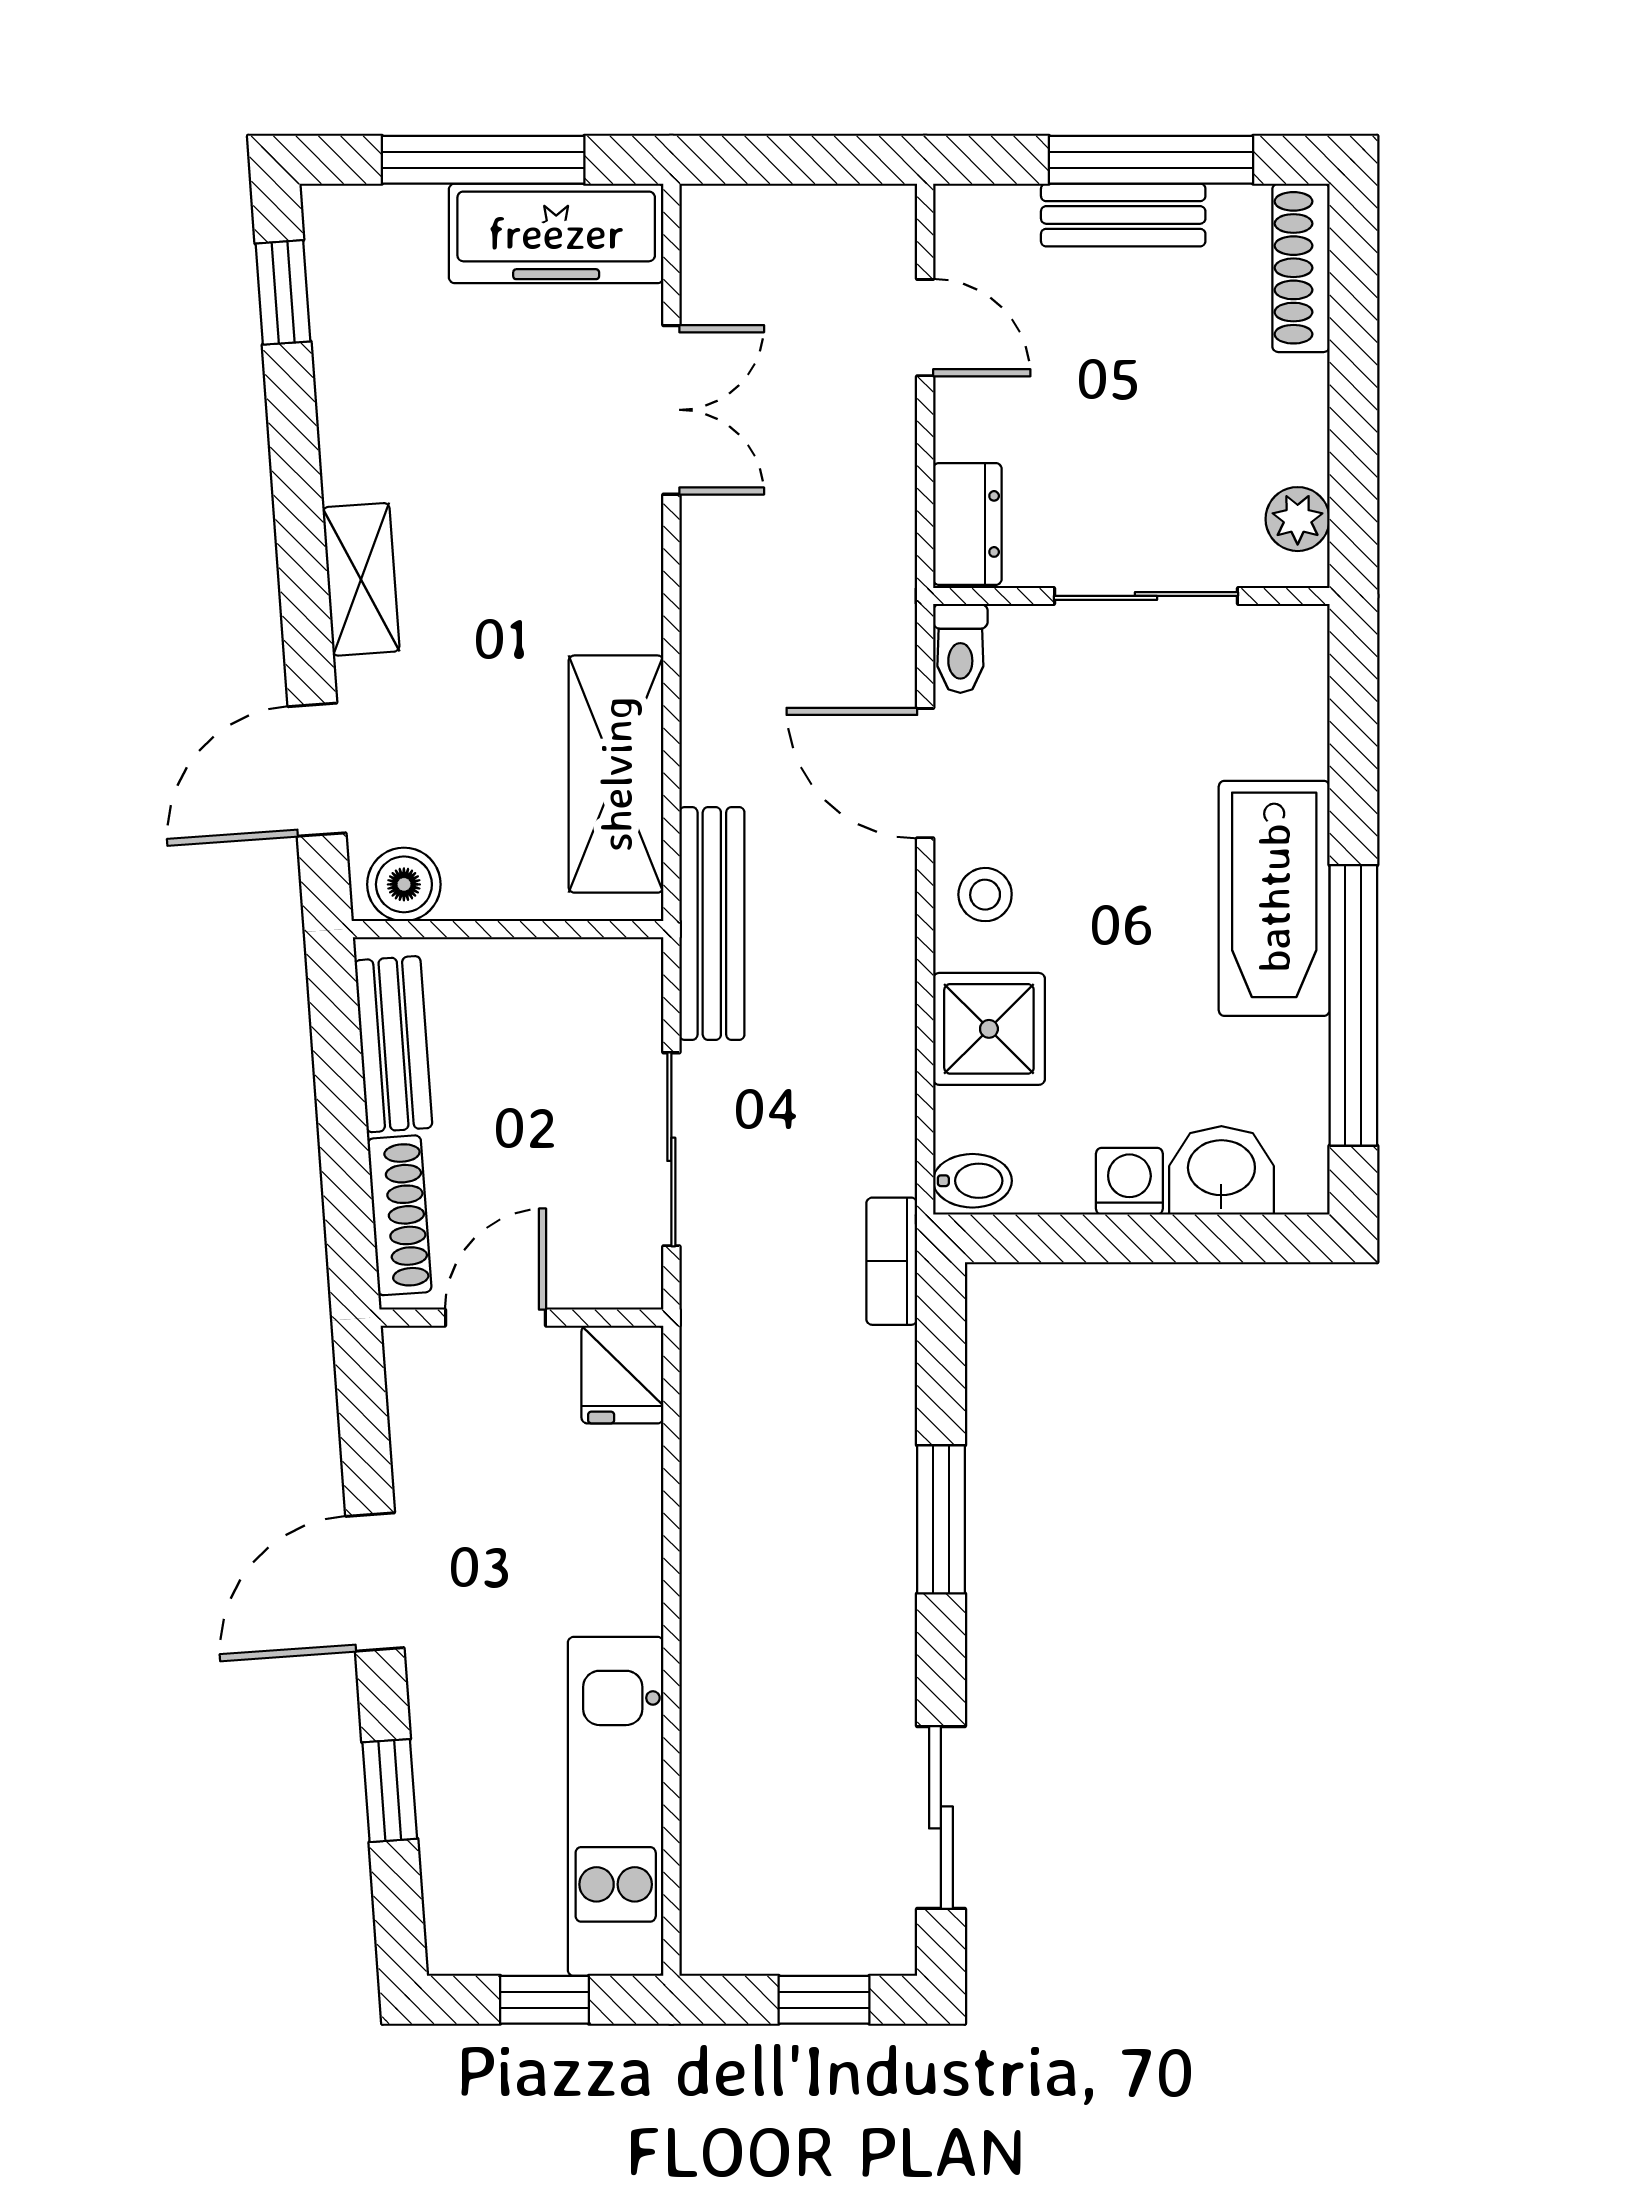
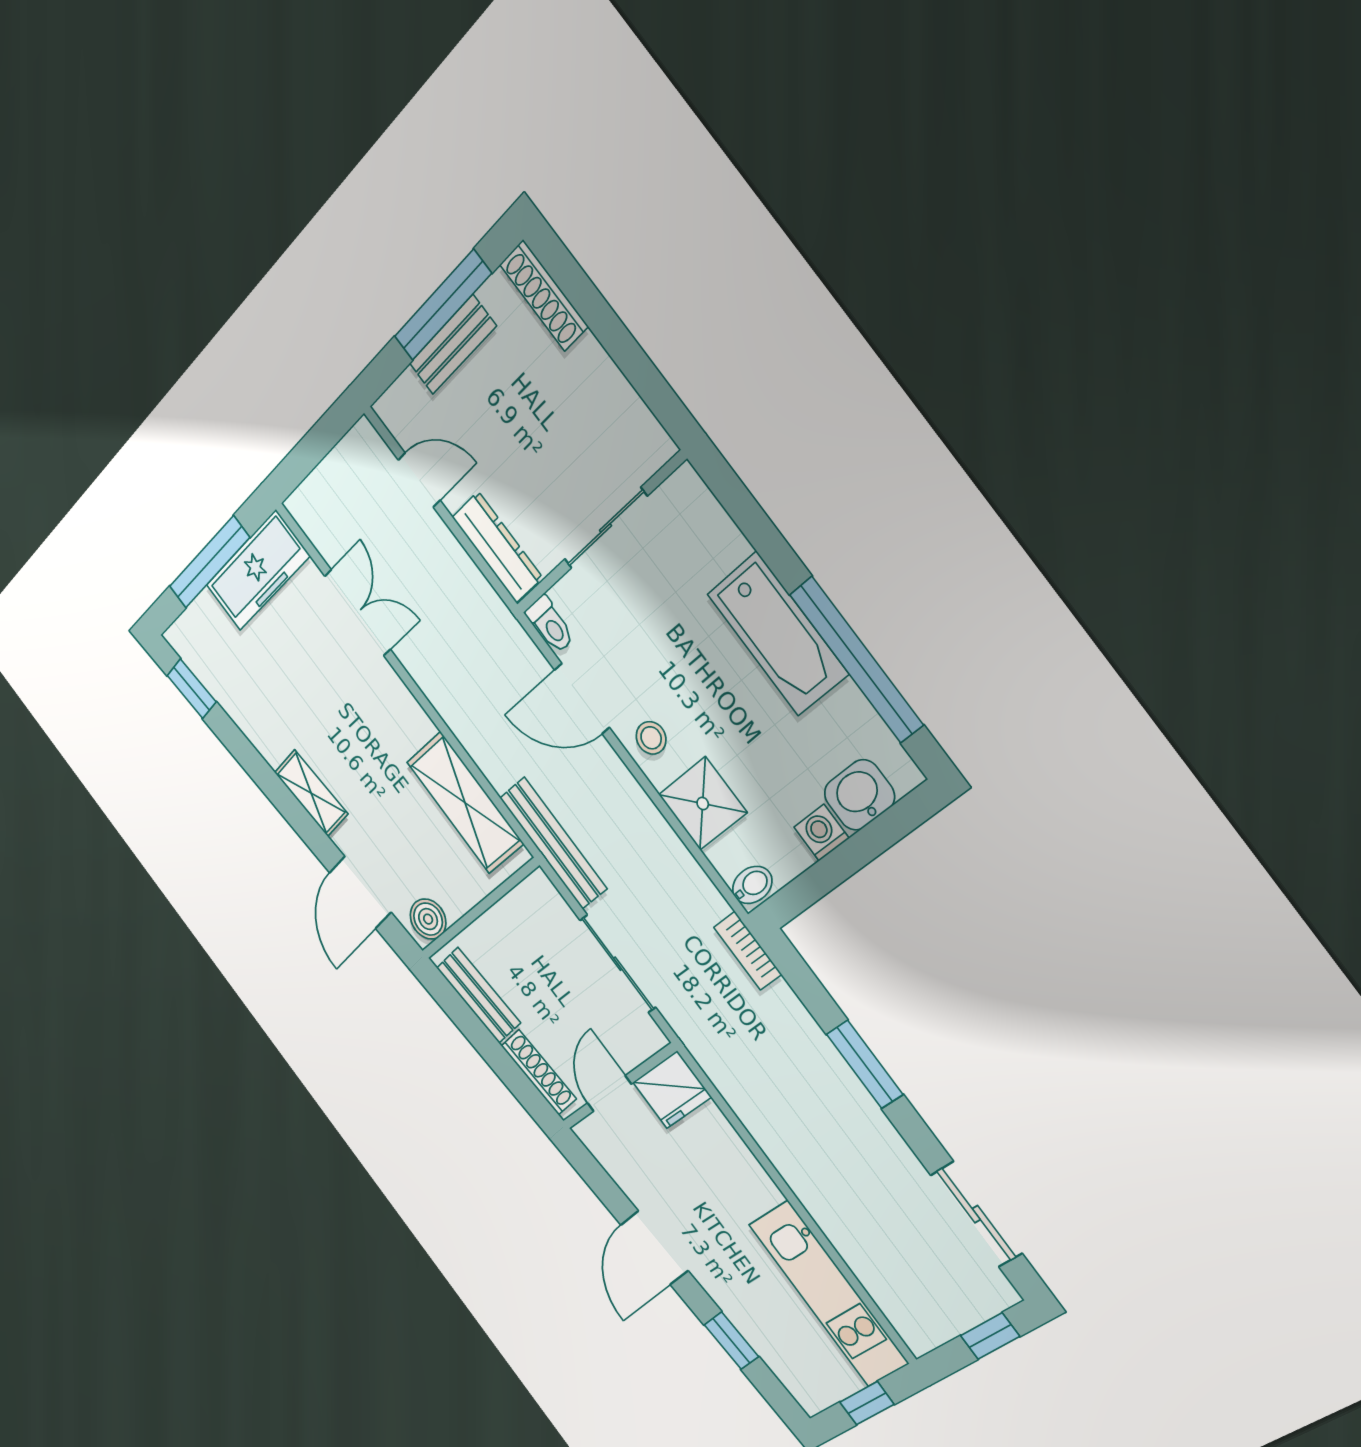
plant: (1298, 519) -> (640, 427), removed
dresser: (967, 524) -> (497, 547), width x1.44
fridge: (622, 1374) -> (672, 1090), width x1.38

